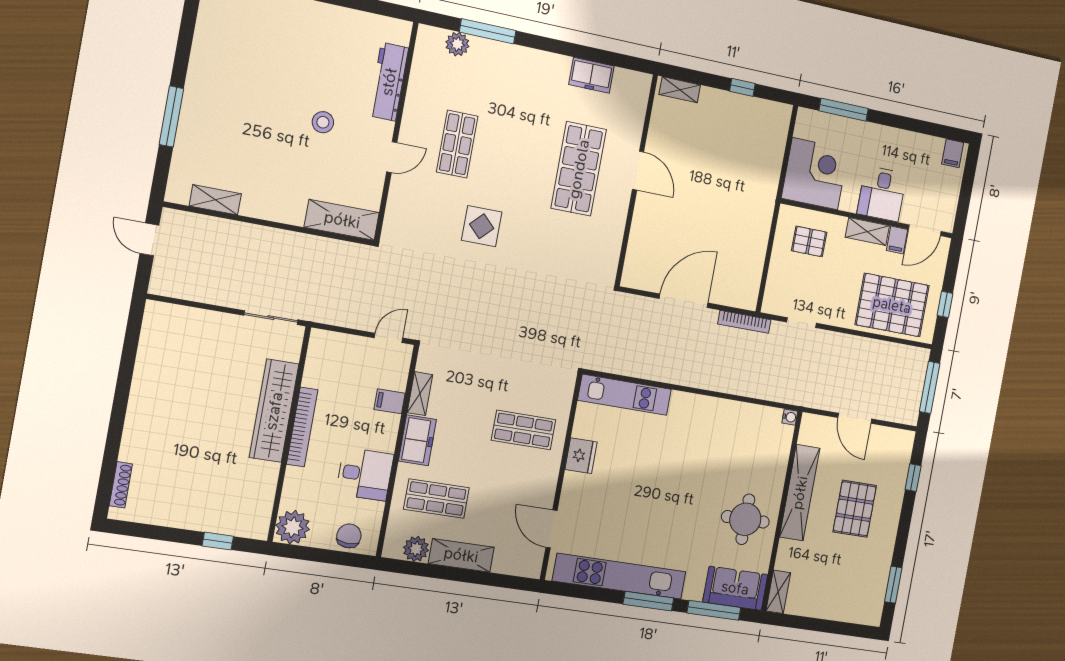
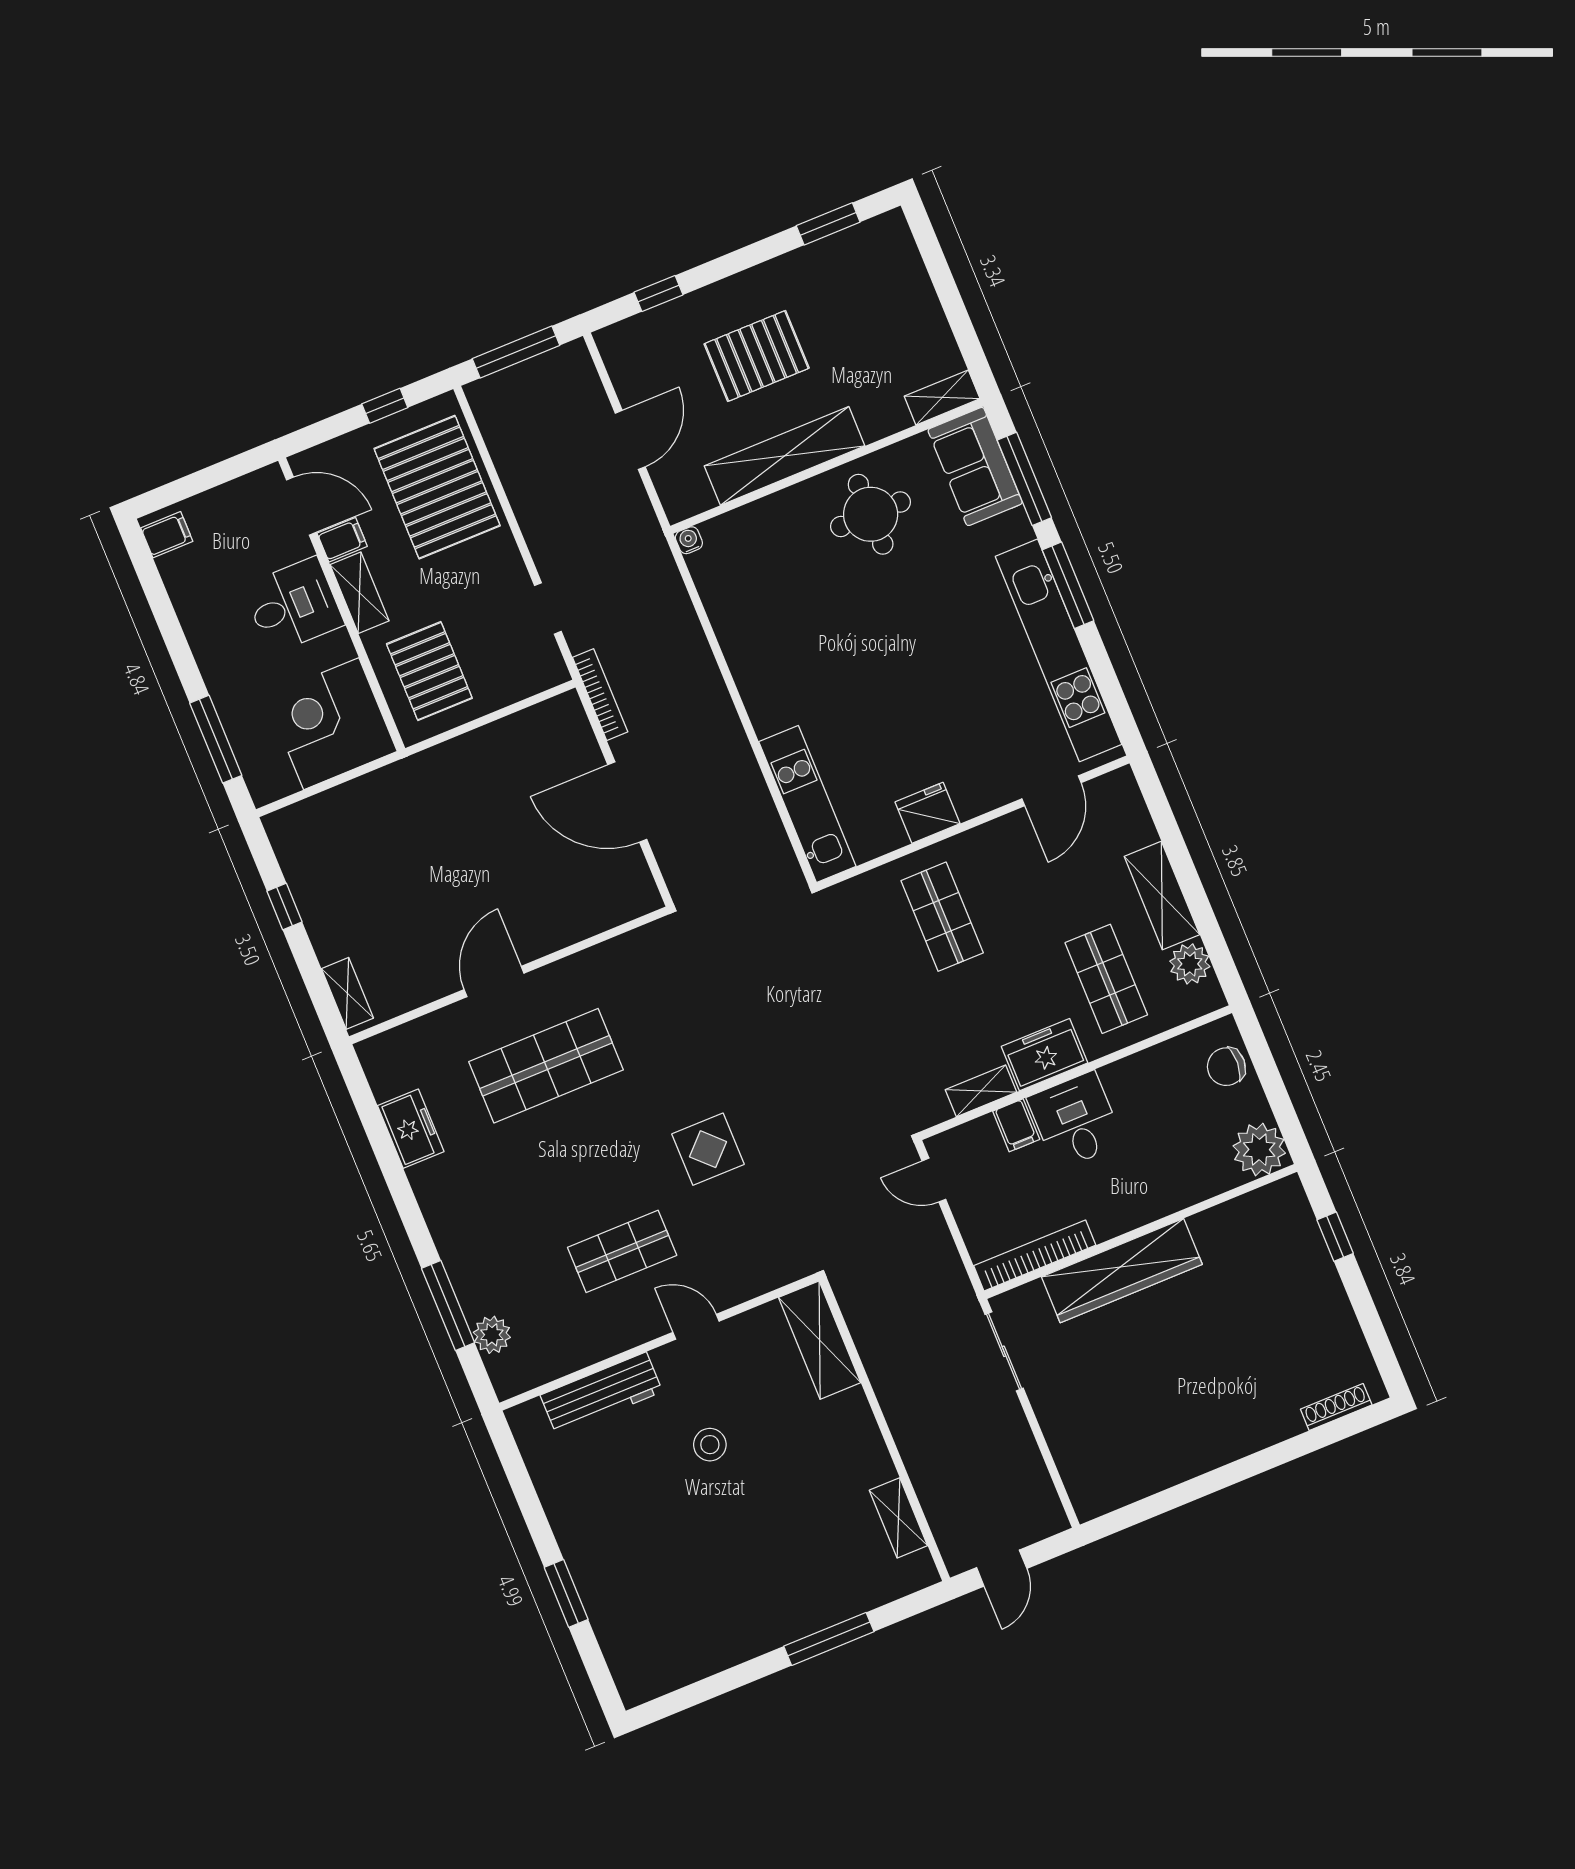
pallet: (809, 241) -> (429, 671), width x1.50, depth x1.42
bookcase: (302, 427) -> (1035, 1255), moved
desk: (365, 474) -> (1075, 1121), moved

